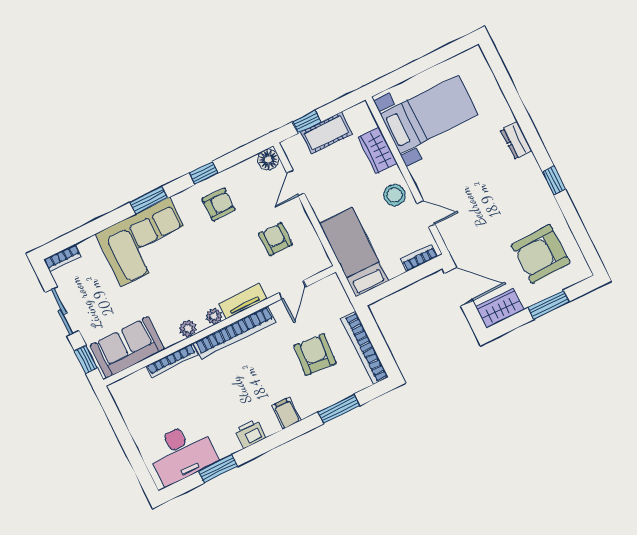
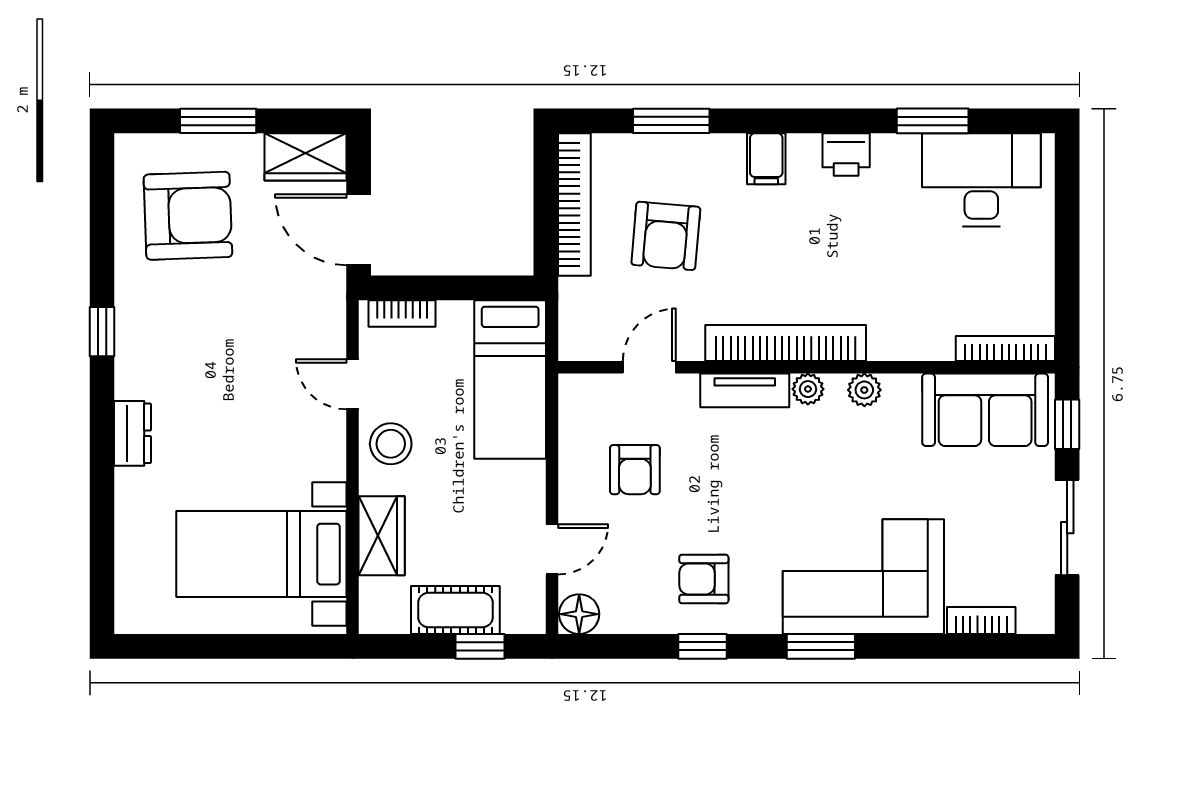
bookcase: (62, 258) -> (981, 620), moved
bookcase: (172, 360) -> (1005, 349), moved

